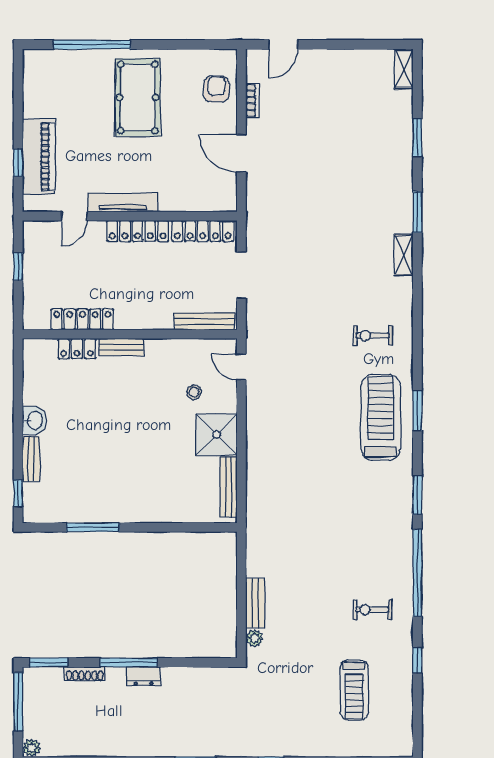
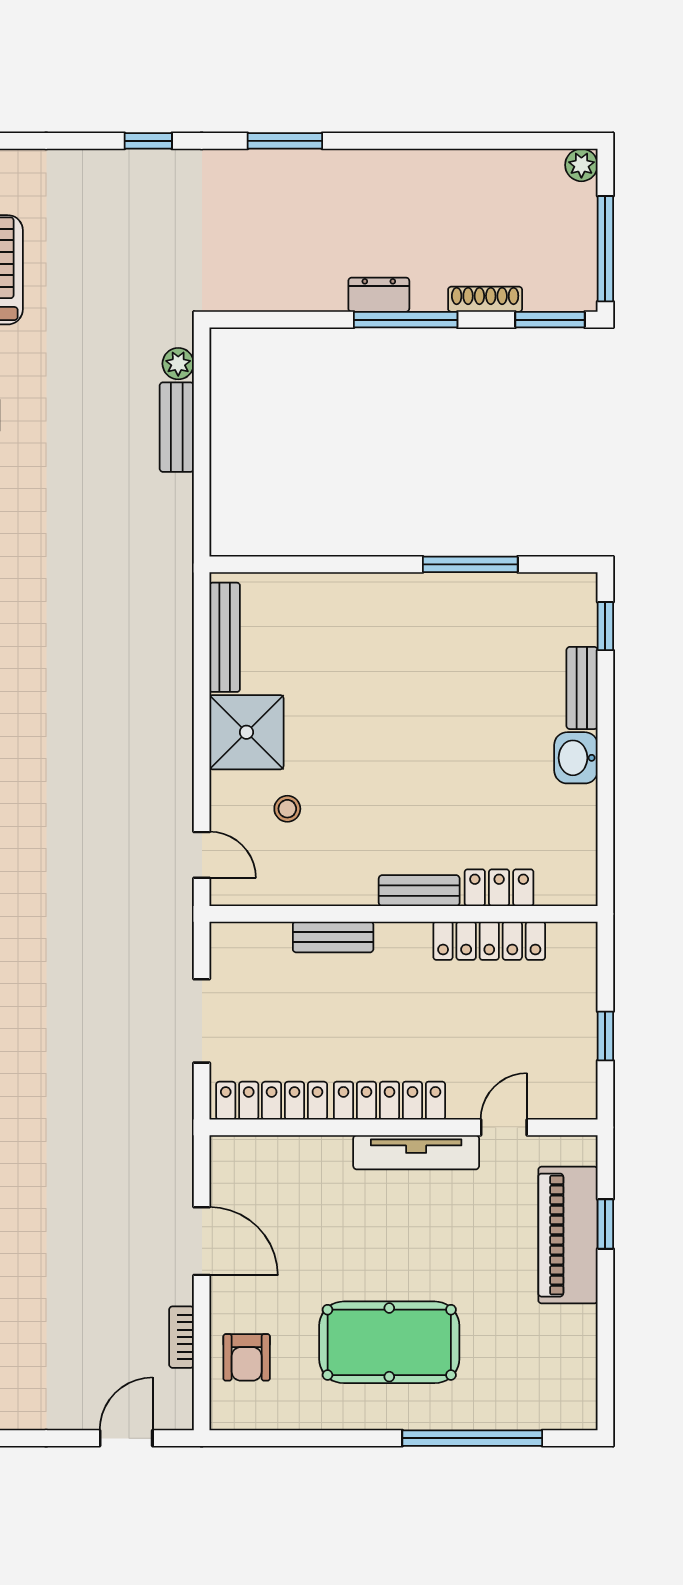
pool table: (138, 97) -> (389, 1342), turned 90
bench: (204, 321) -> (333, 937), moved, width x0.73

